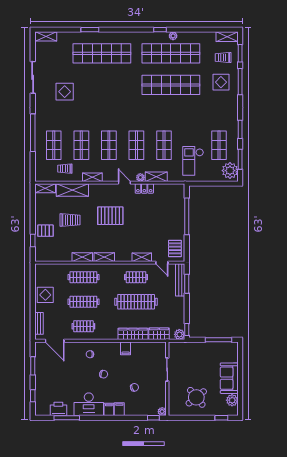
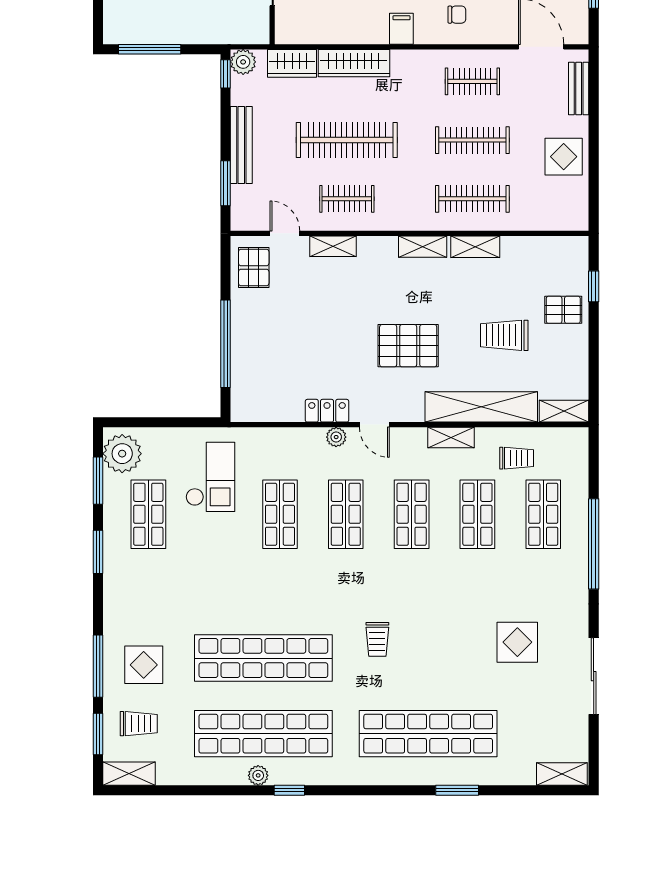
trolley: (123, 93) -> (377, 639), added
shelving: (156, 177) -> (299, 439), removed
shelving: (72, 190) -> (481, 407), width x1.47
bench: (180, 280) -> (241, 145), moved
filing cabinet: (126, 348) -> (401, 29), moved

